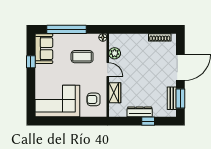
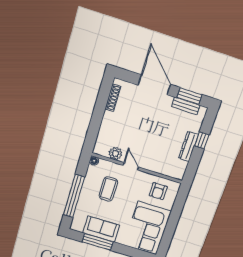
sofa: (44, 49) -> (101, 229), moved
window: (31, 62) -> (98, 242), width x2.17
door: (108, 69) -> (131, 166), hinge flipped
wardrobe: (115, 93) -> (158, 167), removed

